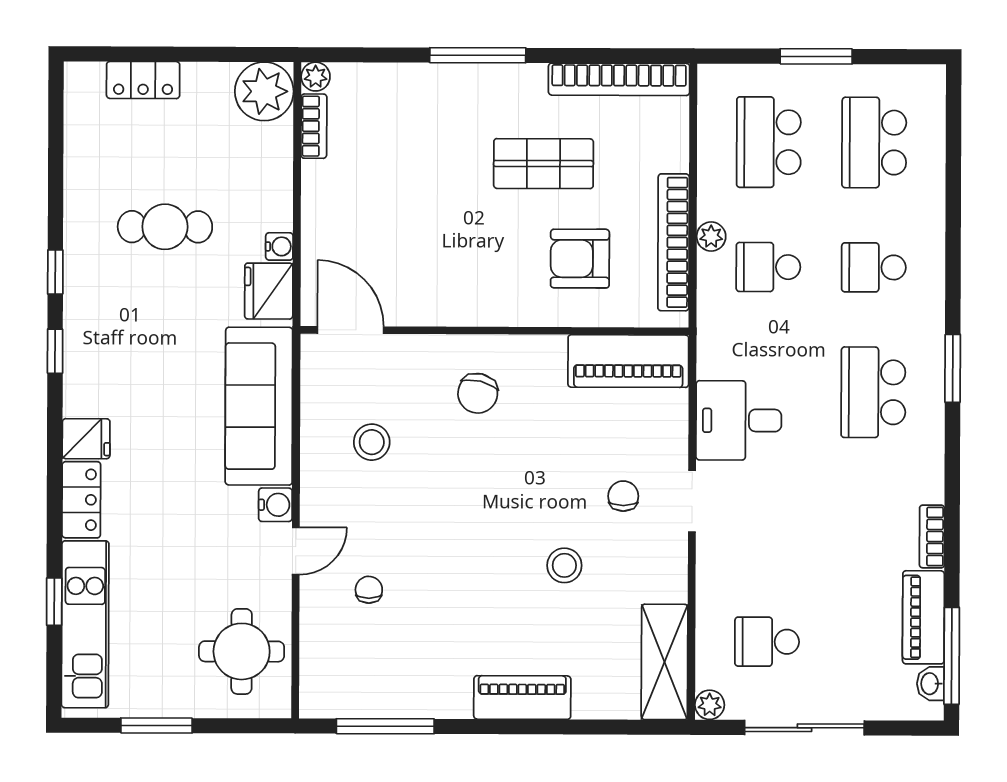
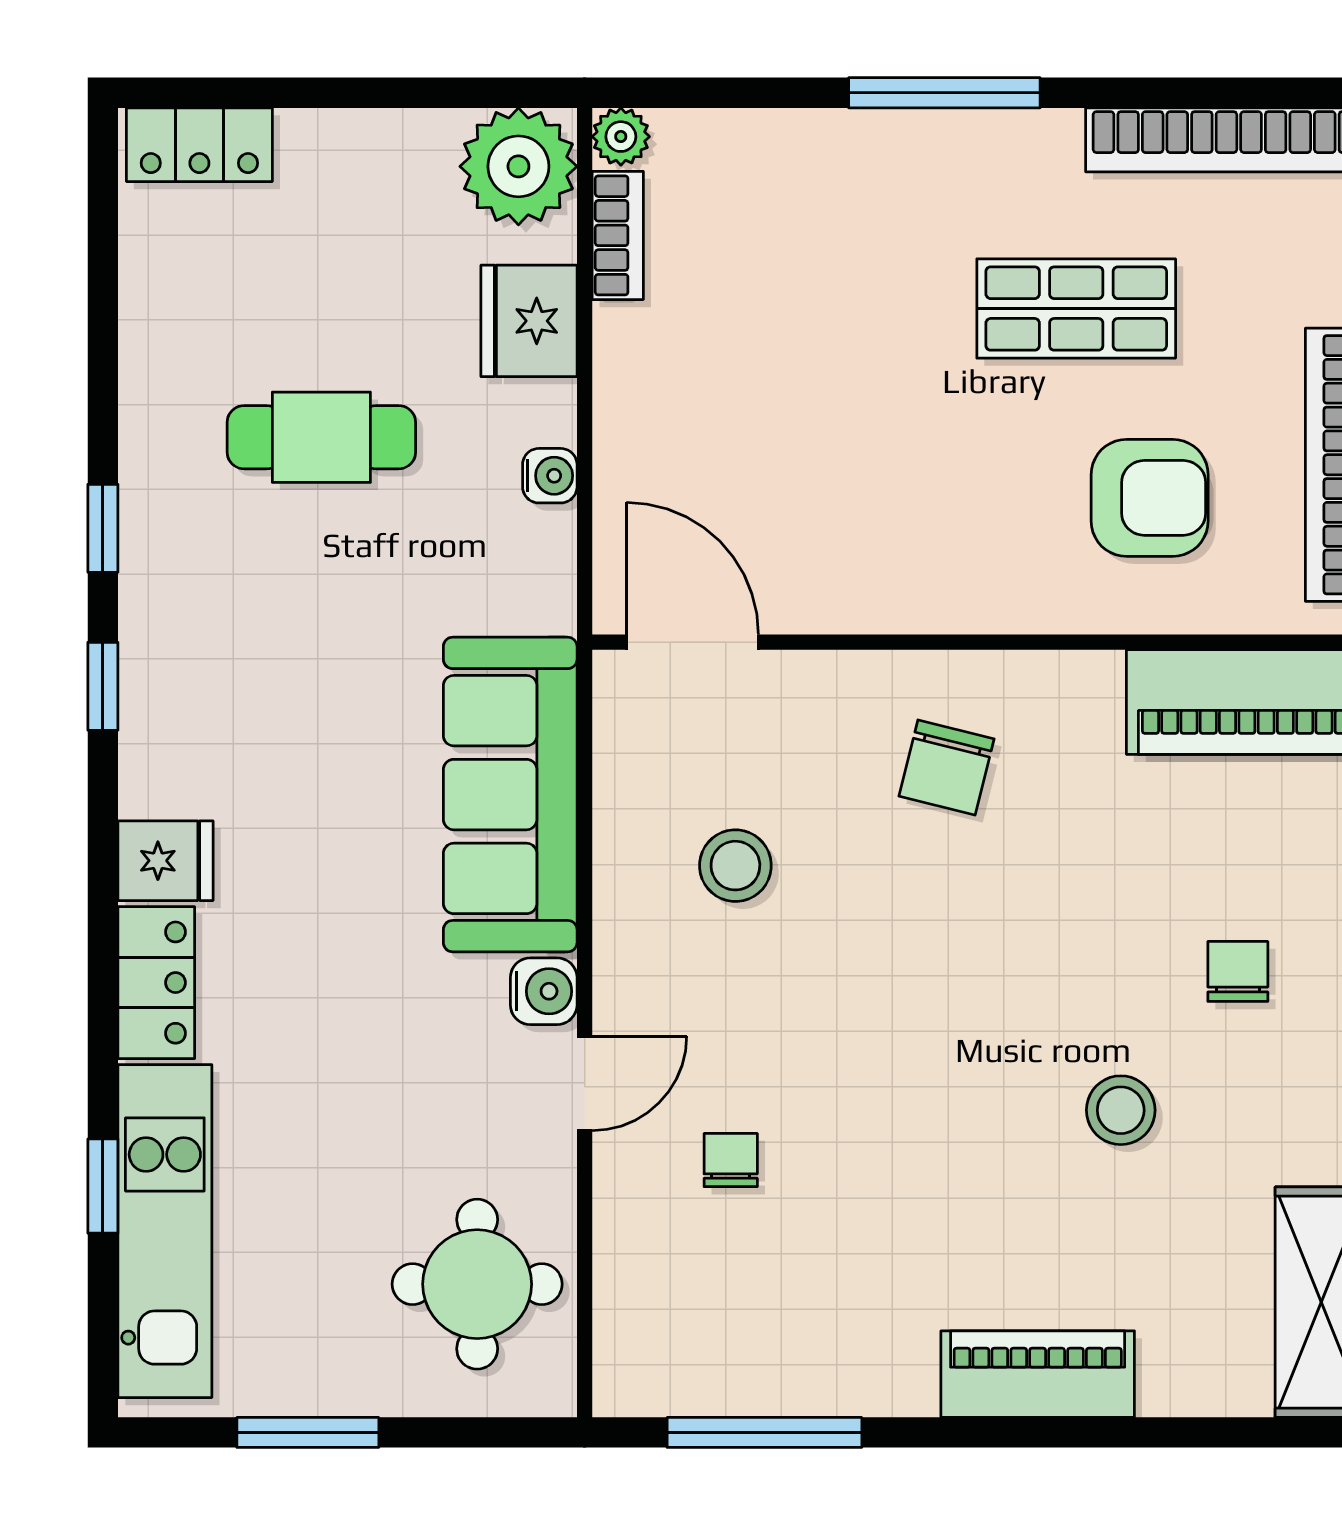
locker: (143, 80) -> (199, 145), moved
armchair: (580, 259) -> (1150, 498), turned 180
fridge: (269, 291) -> (529, 321), moved

